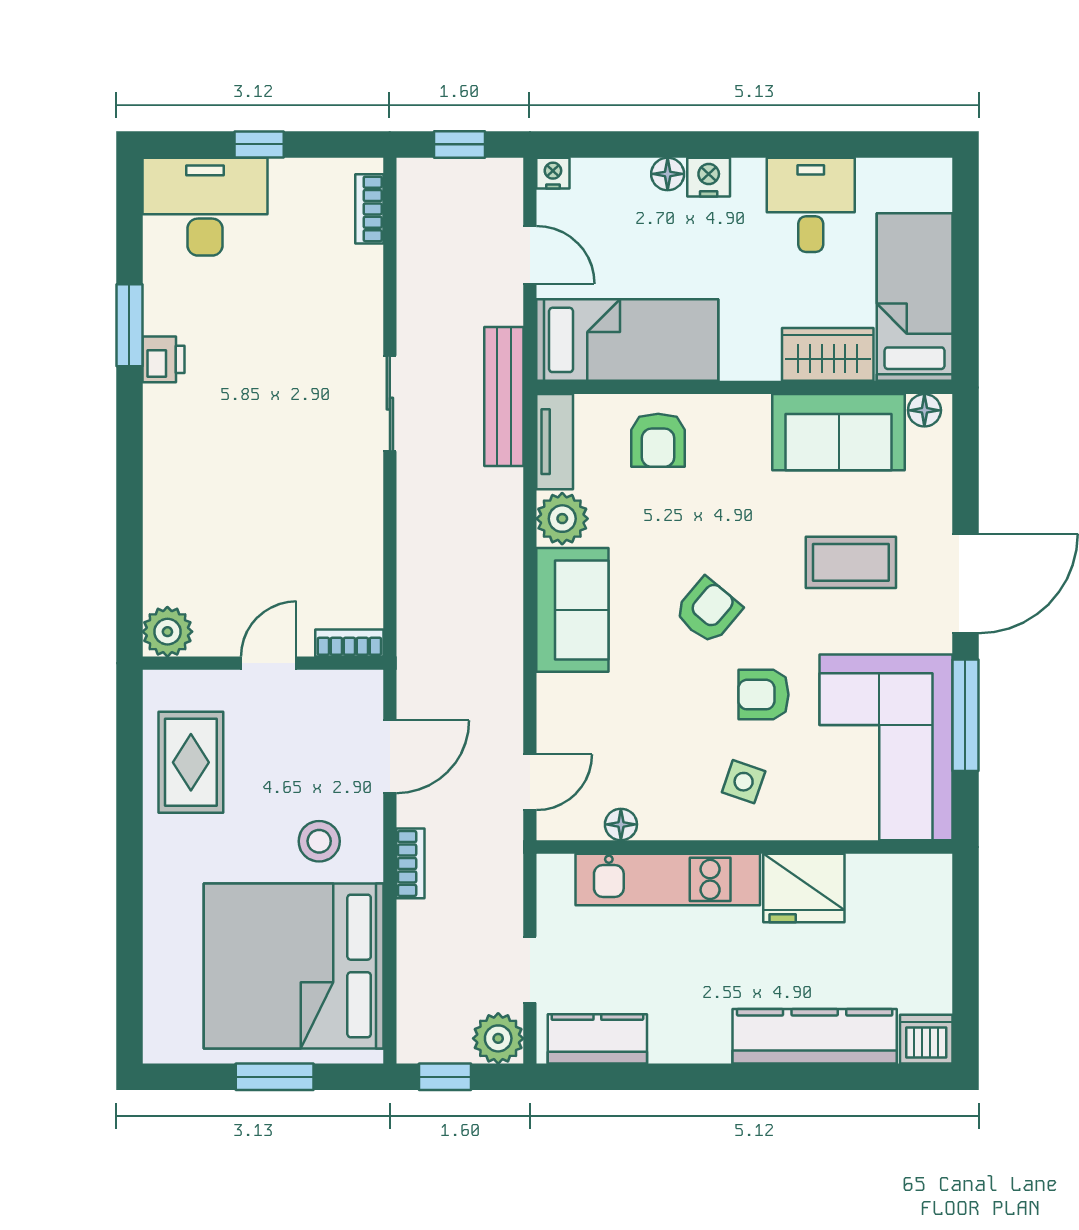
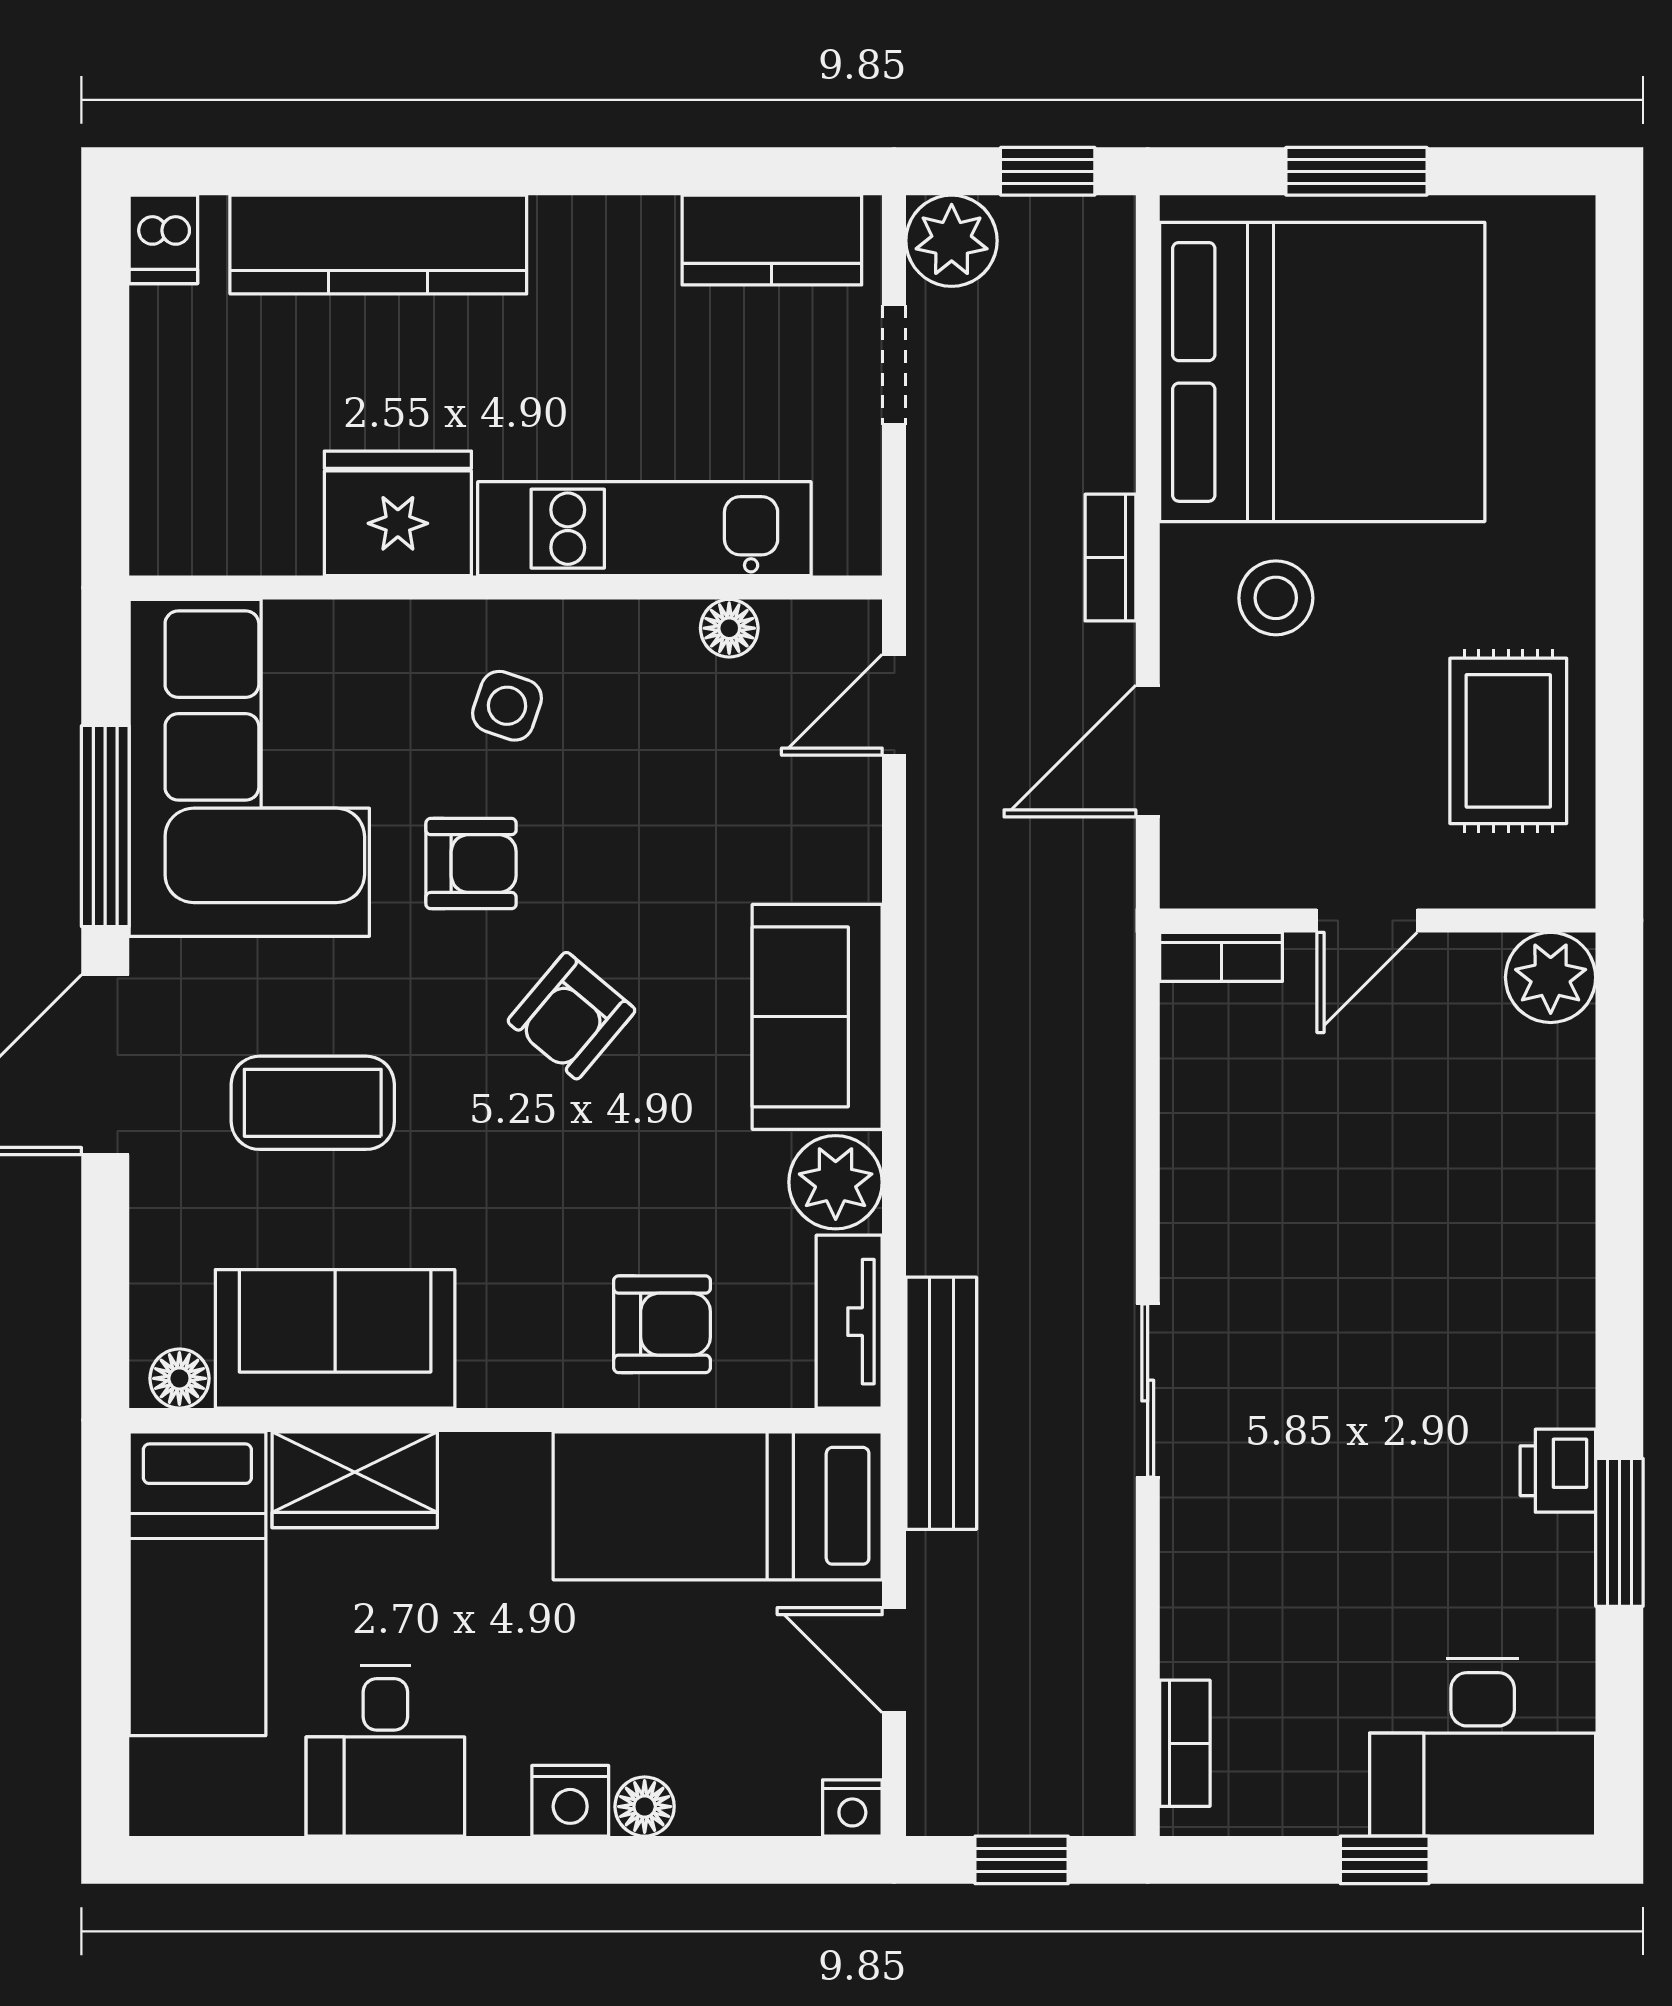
armchair: (658, 440) -> (662, 1324), turned 90
dishwasher: (926, 1039) -> (163, 239), width x0.73

